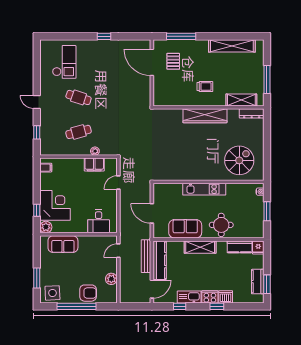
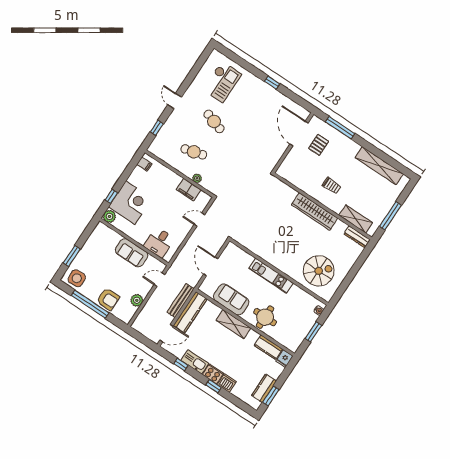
sofa: (63, 244) -> (132, 253), moved

